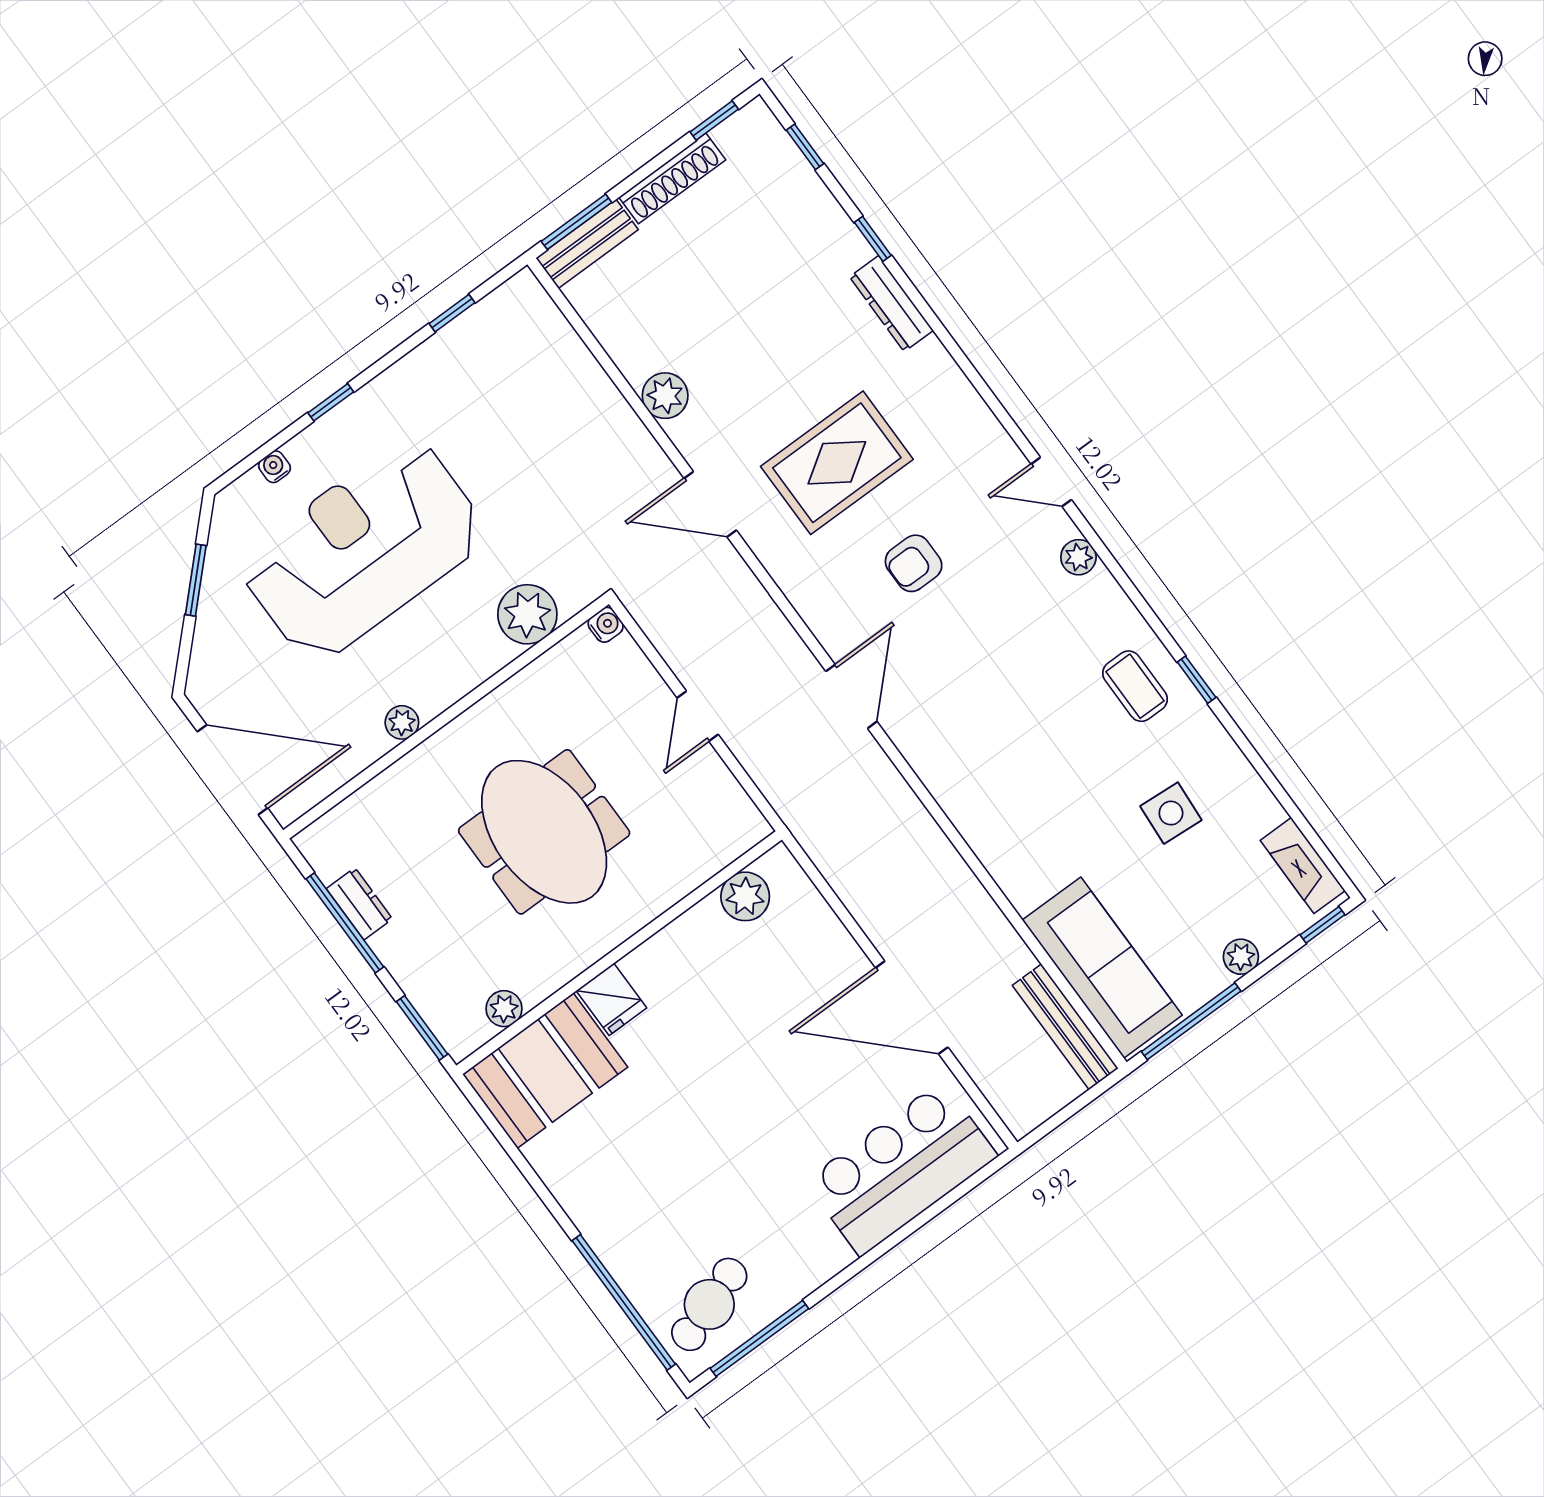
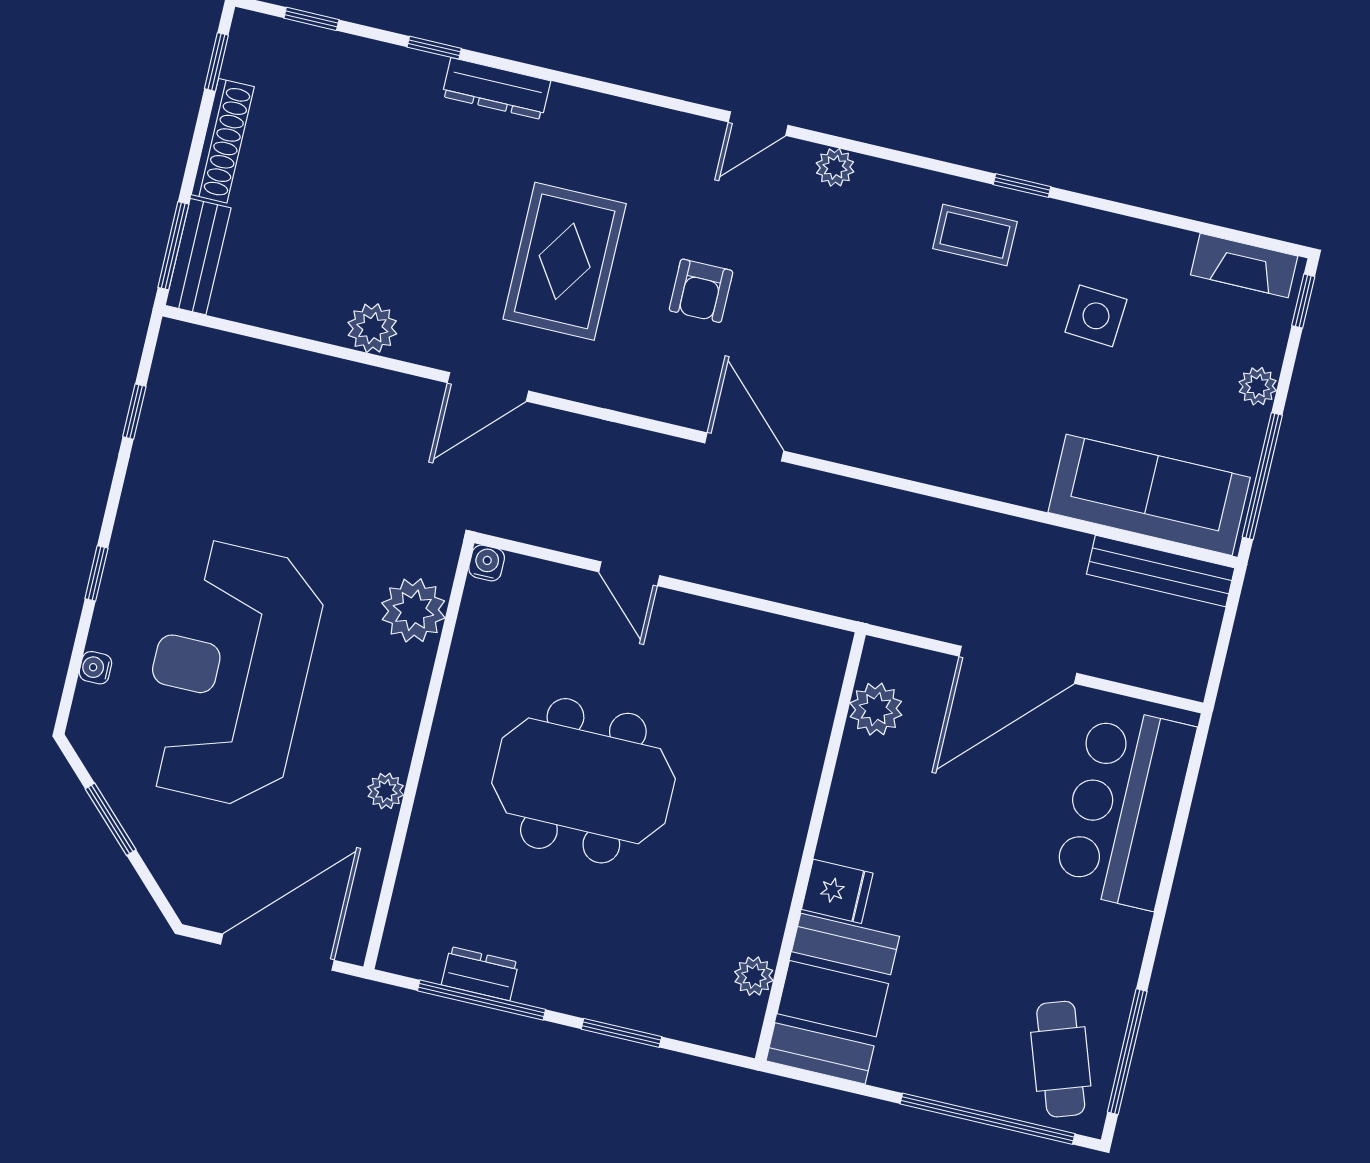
plant: (745, 896) -> (876, 709), moved
wall: (619, 953) -> (810, 847), moved
fridge: (611, 999) -> (837, 891), moved
plant: (504, 1009) -> (754, 976), moved
booth: (545, 1071) -> (833, 999), moved

